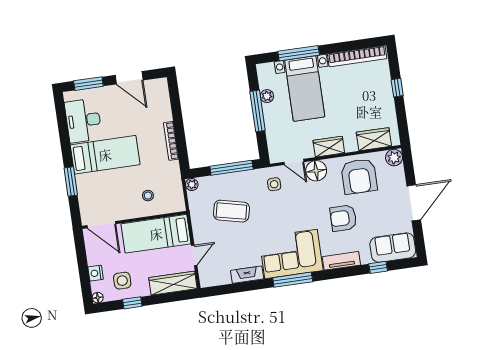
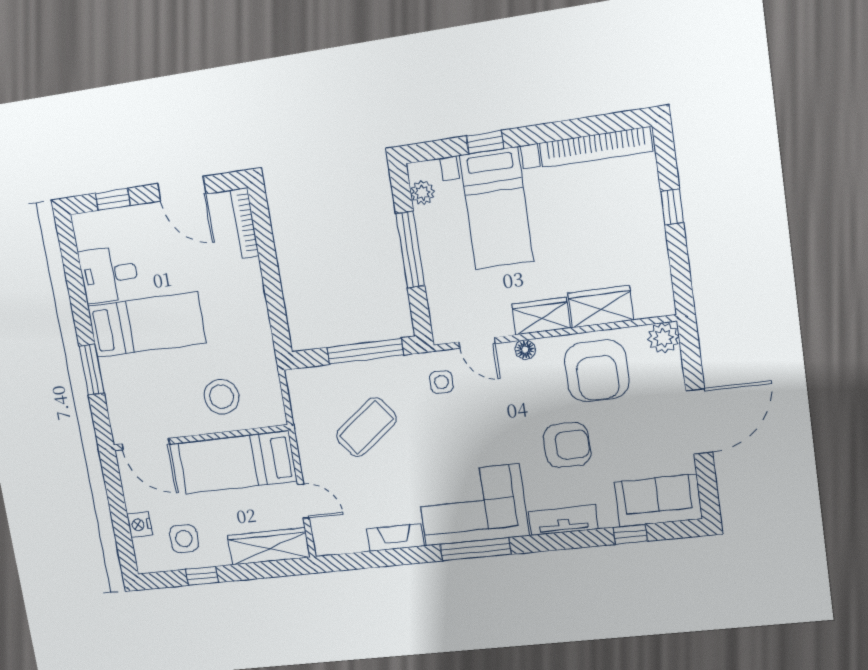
window: (299, 53) -> (485, 142), width x0.46
window: (88, 84) -> (113, 199), width x0.67
plant: (267, 96) -> (422, 193), moved
desk: (83, 120) -> (109, 274), width x0.73
wardrobe: (374, 139) -> (601, 307), moved
bookcase: (171, 141) -> (245, 223), moved
floor lamp: (316, 171) -> (525, 350), width x0.53, depth x0.53
plant: (192, 184) -> (296, 379), removed
stool: (148, 196) -> (222, 397), width x1.89, depth x1.89
coffee table: (231, 211) -> (366, 427), turned -50
armchair: (343, 218) -> (567, 445), turned 180
door: (194, 255) -> (303, 501), hinge flipped
floor lamp: (98, 298) -> (145, 565), removed

